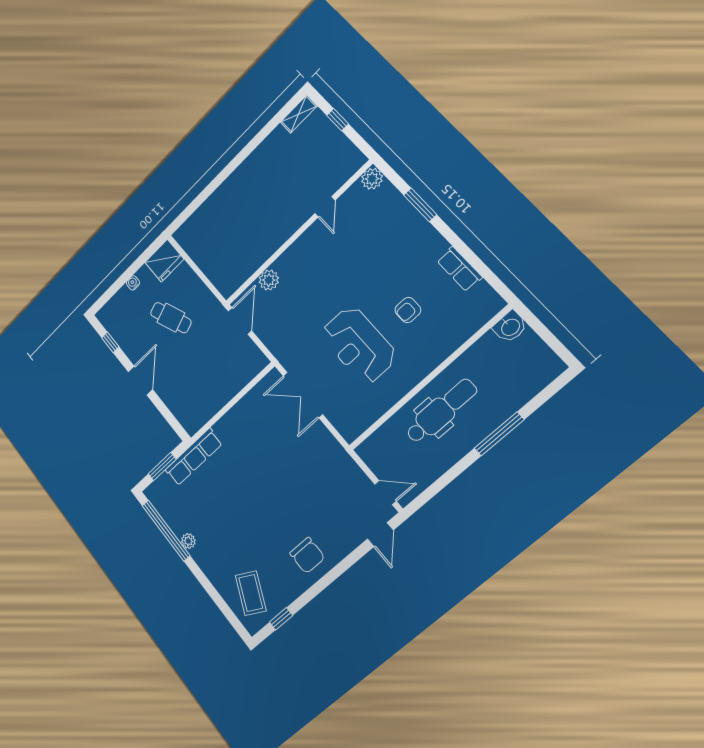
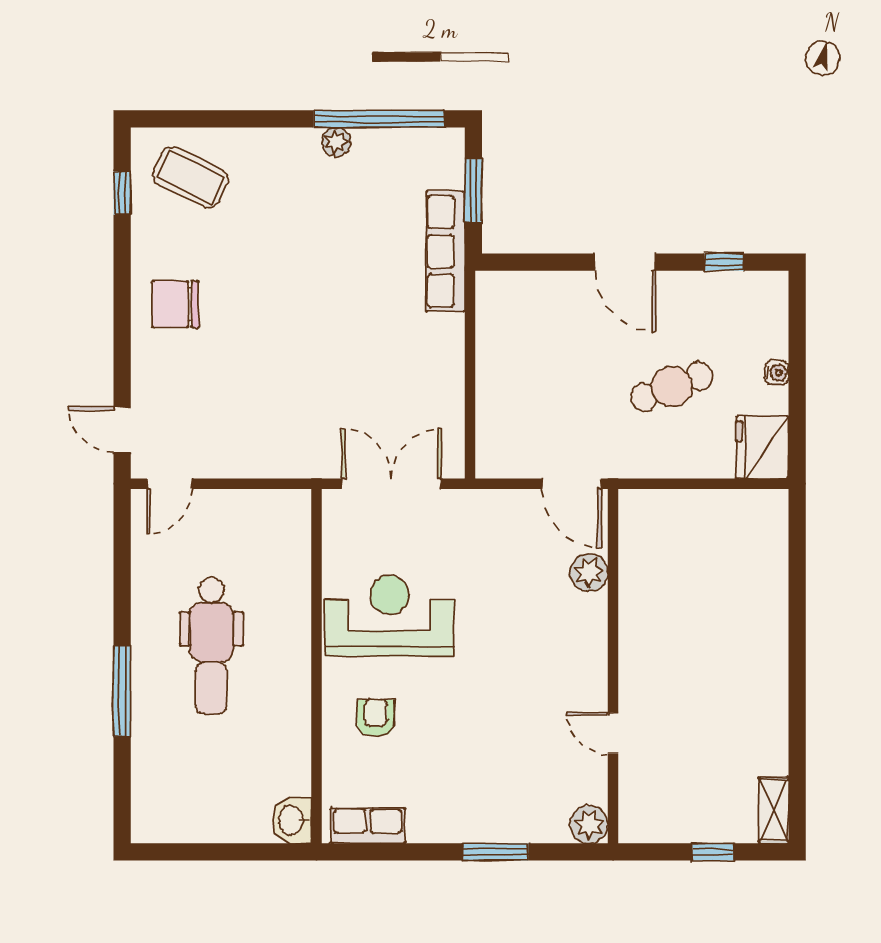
washbasin: (510, 327) -> (292, 820), moved
wall: (429, 379) -> (317, 666), moved

